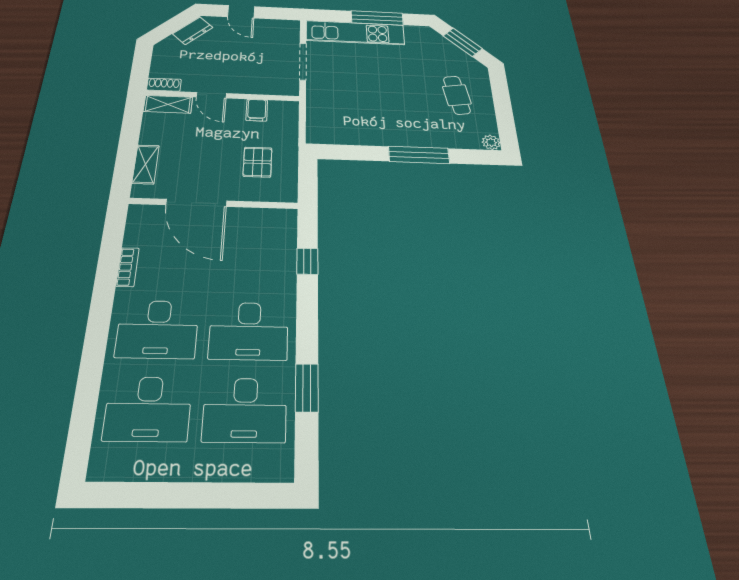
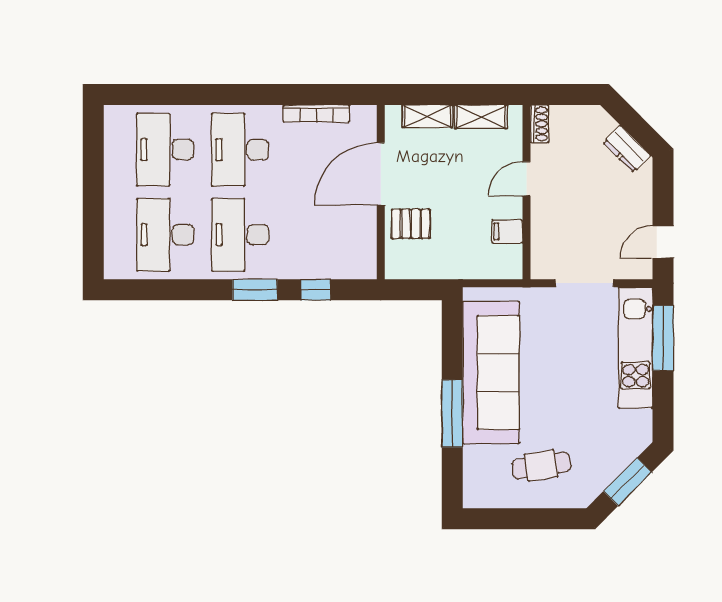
door: (241, 12) -> (663, 242), moved
window: (377, 18) -> (663, 338), moved
shelving: (168, 104) -> (481, 117), moved, turned 90
sofa: (381, 126) -> (491, 373), added
plant: (491, 142) -> (473, 498), removed
pallet: (258, 162) -> (411, 224), moved
bookcase: (128, 267) -> (316, 114), width x1.56
window: (307, 388) -> (255, 290), moved

